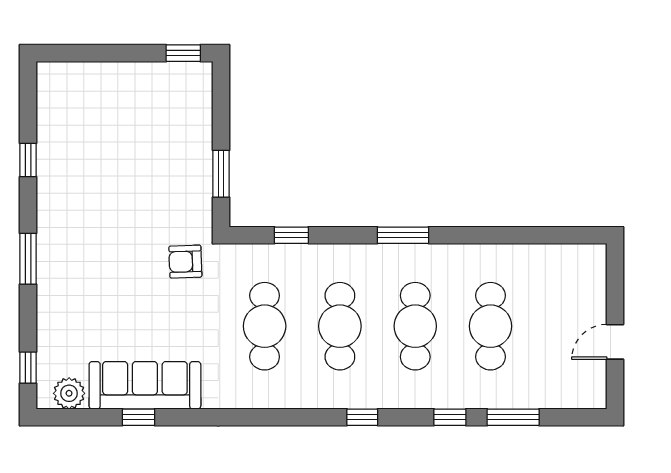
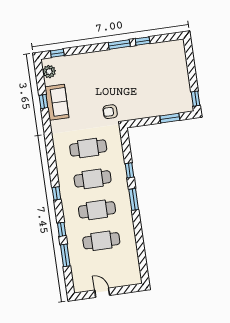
window: (221, 174) -> (170, 118), moved
window: (291, 235) -> (129, 170), moved
window: (28, 259) -> (119, 44), moved
armchair: (185, 262) -> (110, 112), turned -88
sofa: (145, 385) -> (57, 102), width x0.73

